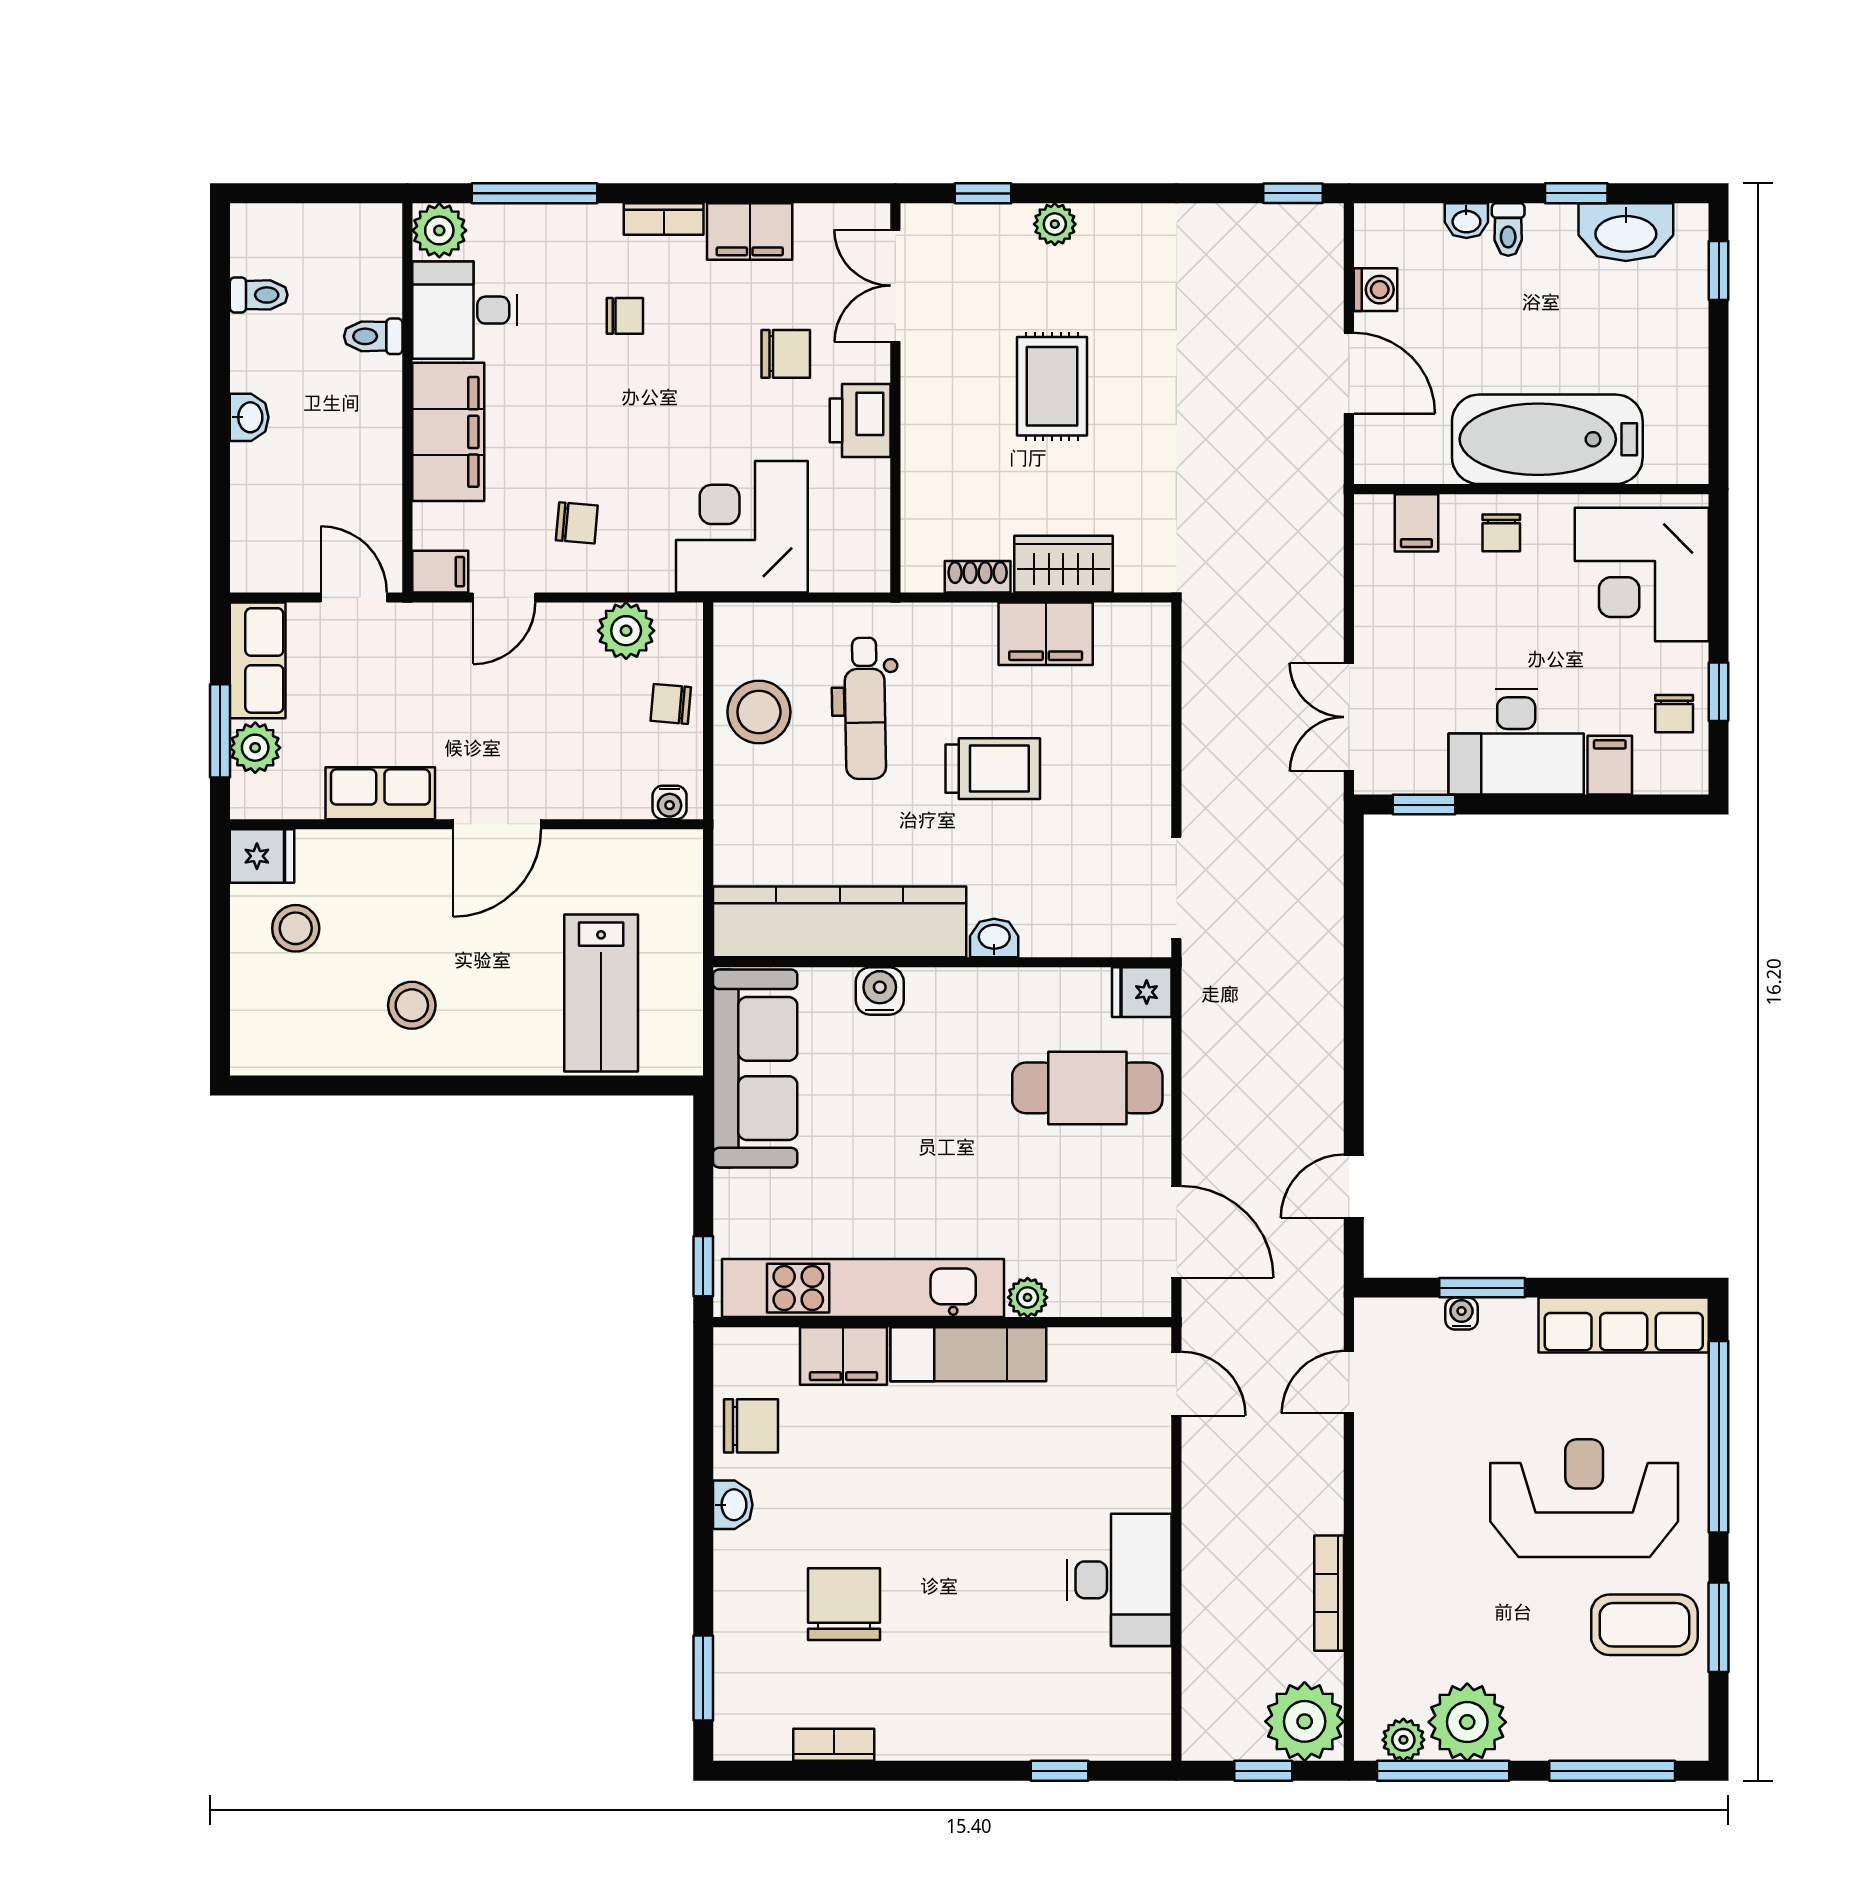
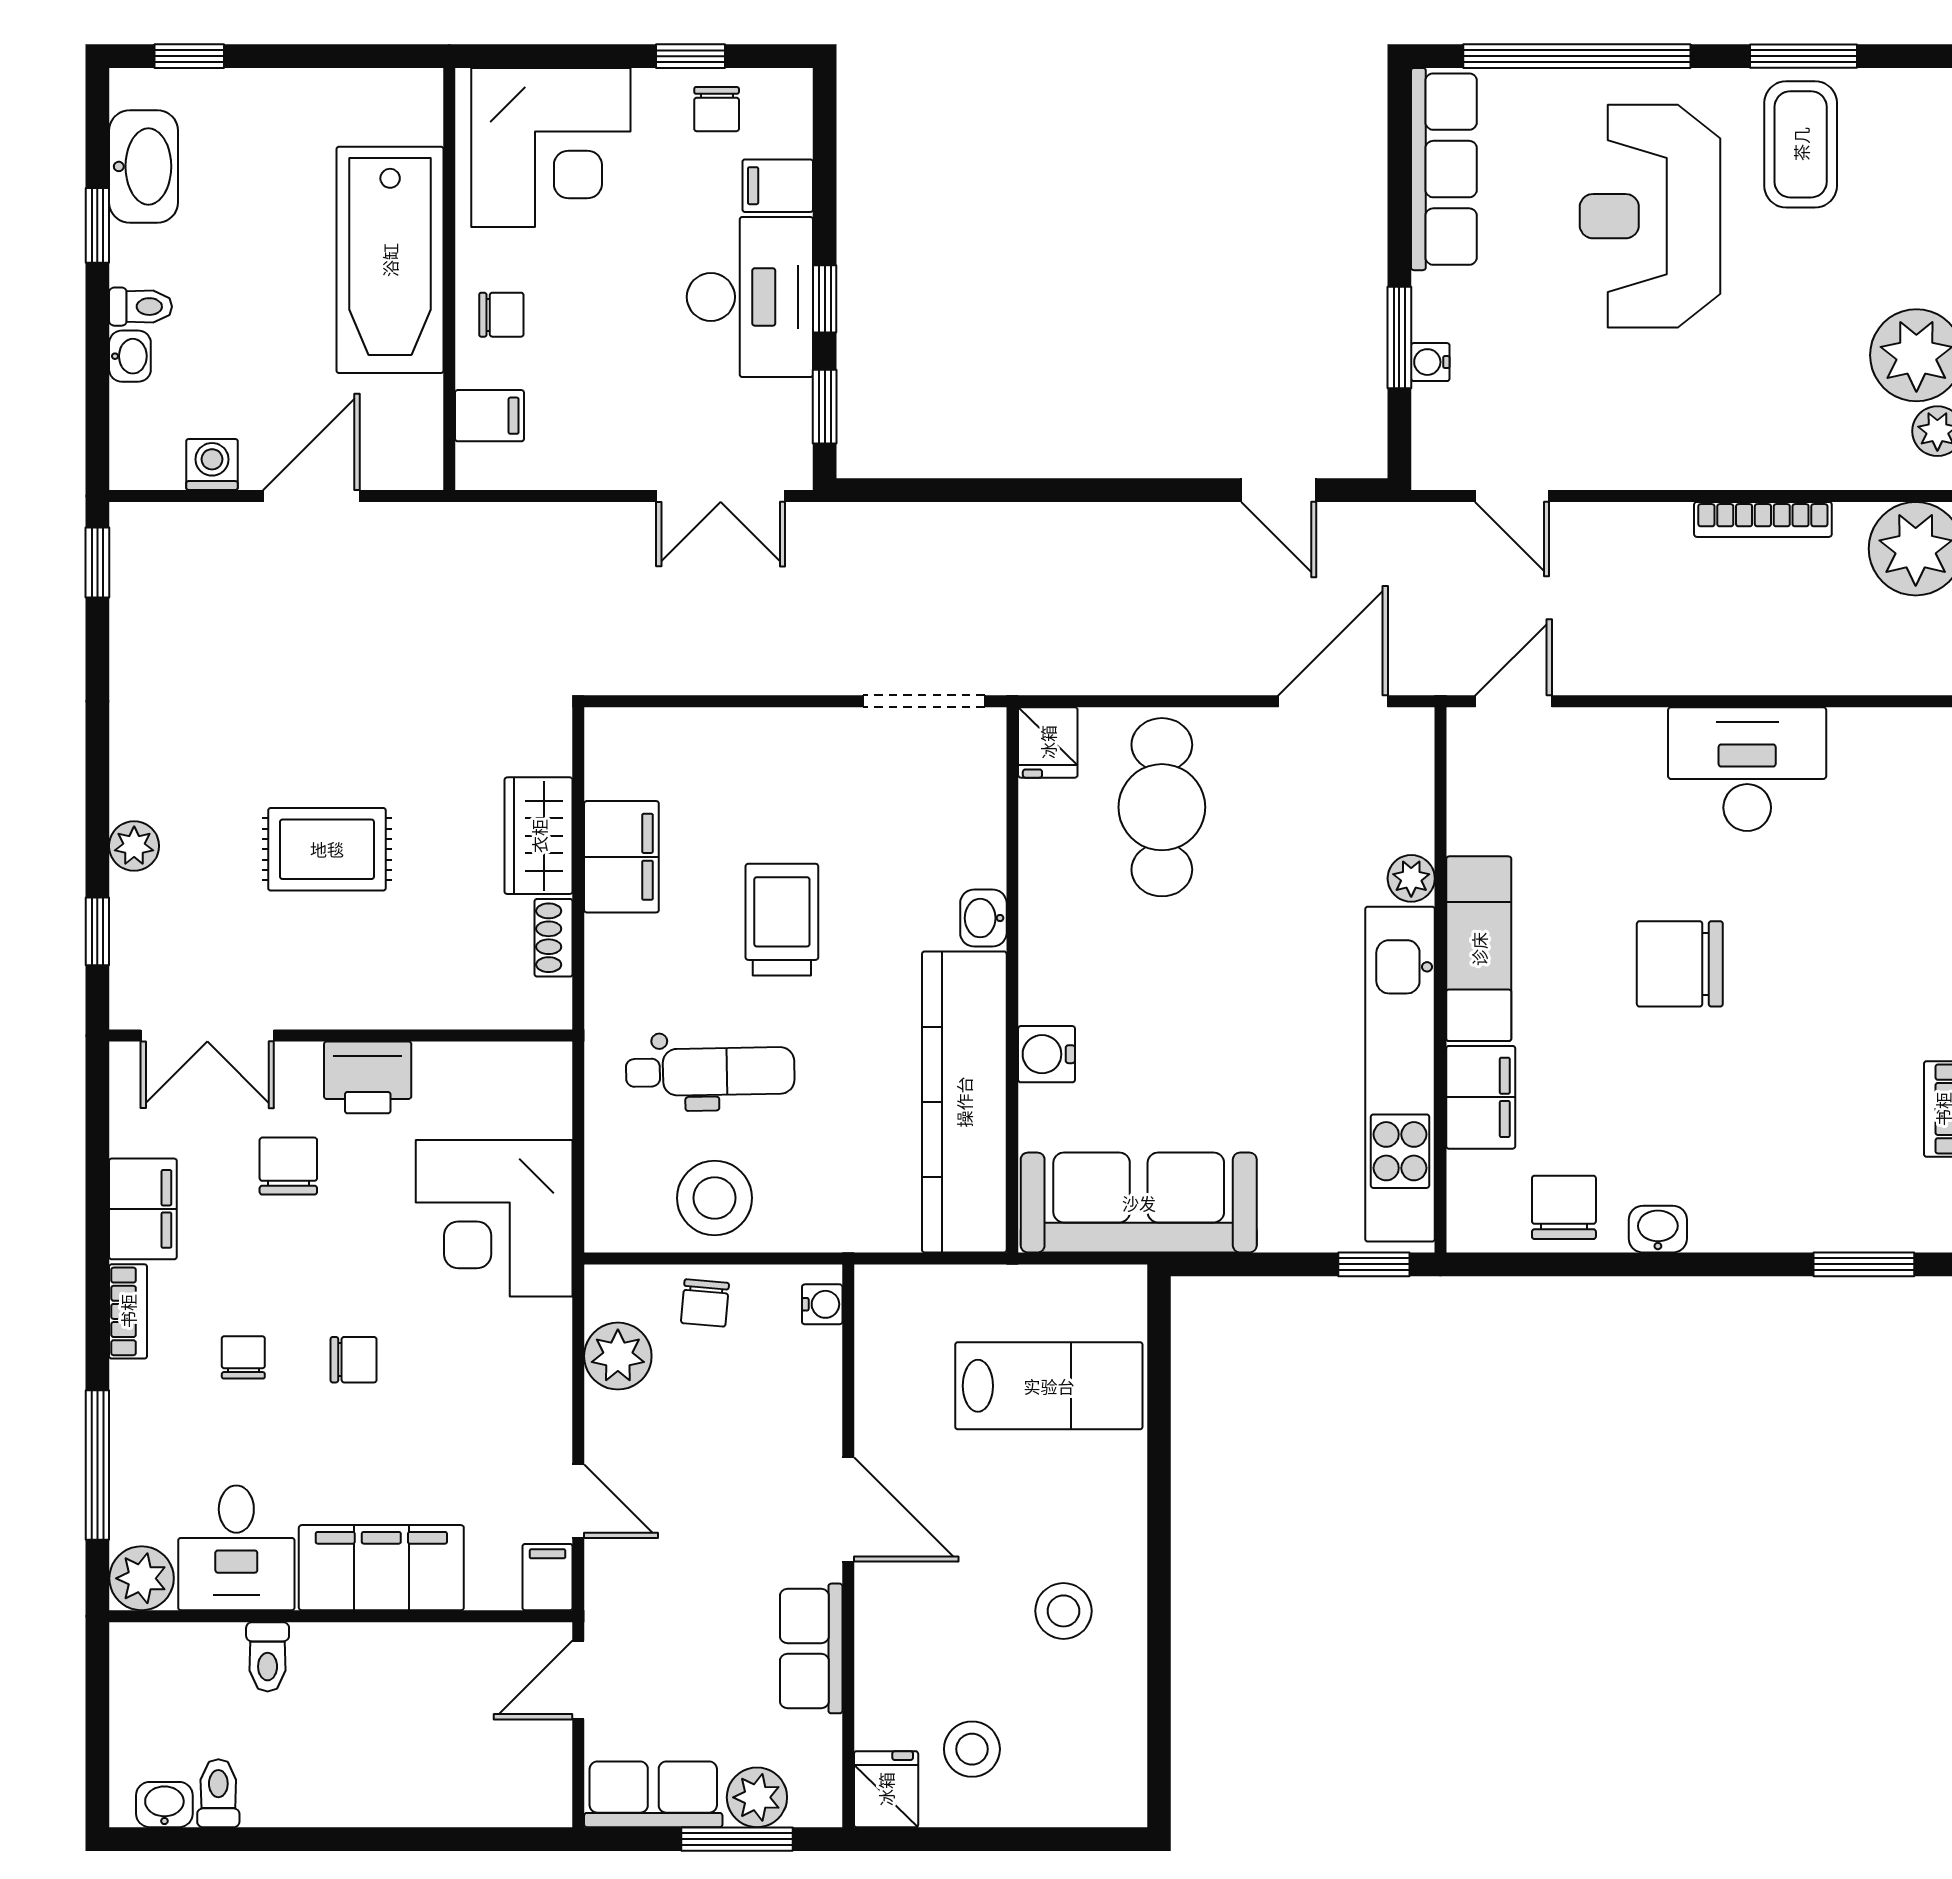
washbasin: (249, 417) -> (164, 1805), moved
chair: (577, 523) -> (354, 1360), moved, turned 85
chair: (1674, 714) -> (717, 109), turned 90
window: (1515, 805) -> (825, 299), added
chair: (844, 1604) -> (1680, 964), moved

